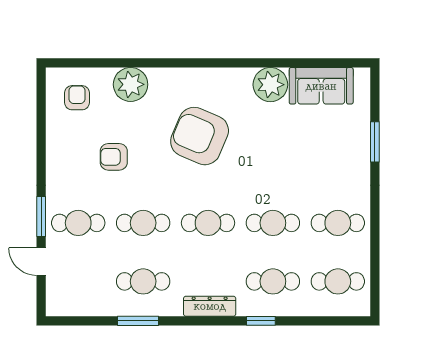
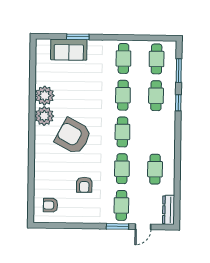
plant: (131, 84) -> (44, 116), moved
sofa: (321, 86) -> (69, 50), moved, turned 90
armchair: (200, 136) -> (73, 136), turned 95
dresser: (210, 306) -> (169, 210), moved
window: (138, 321) -> (179, 71), moved

